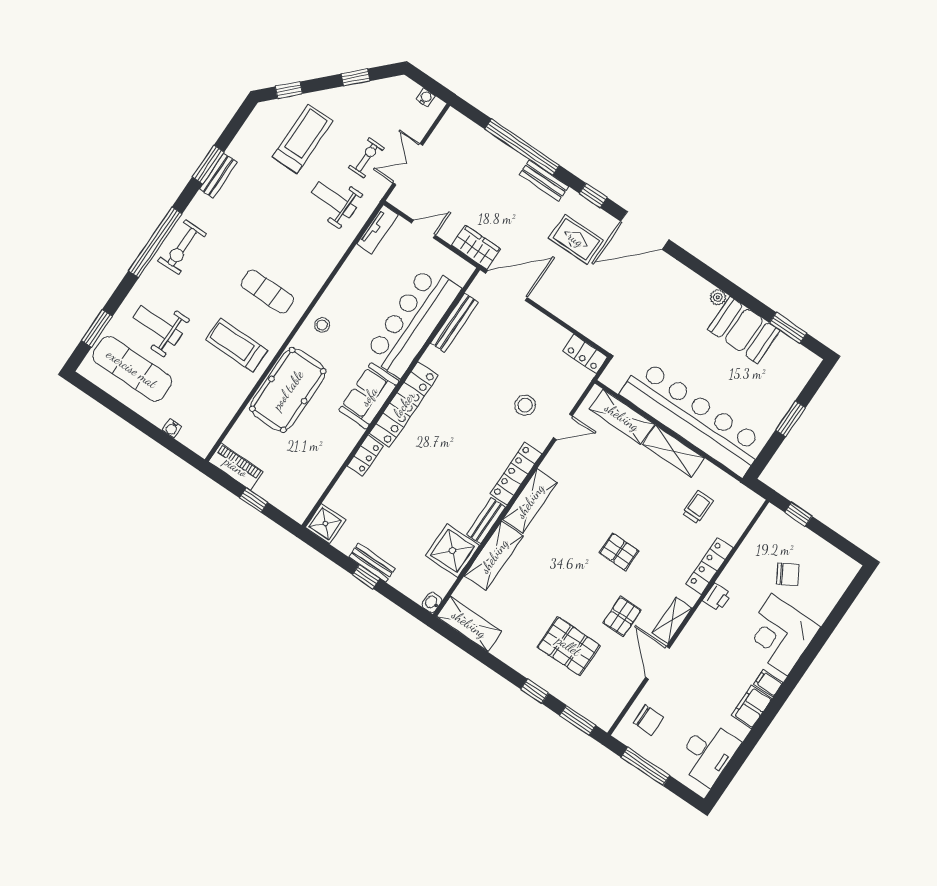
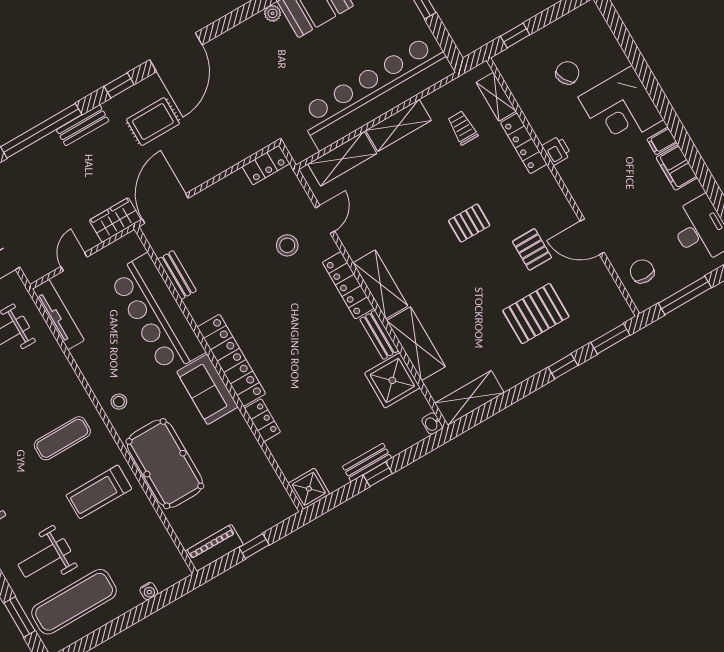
tv unit: (377, 229) -> (58, 315), width x1.41
bench: (454, 323) -> (177, 275), width x0.73
shelving: (672, 620) -> (496, 97), moved
chair: (648, 720) -> (642, 271), turned -90

